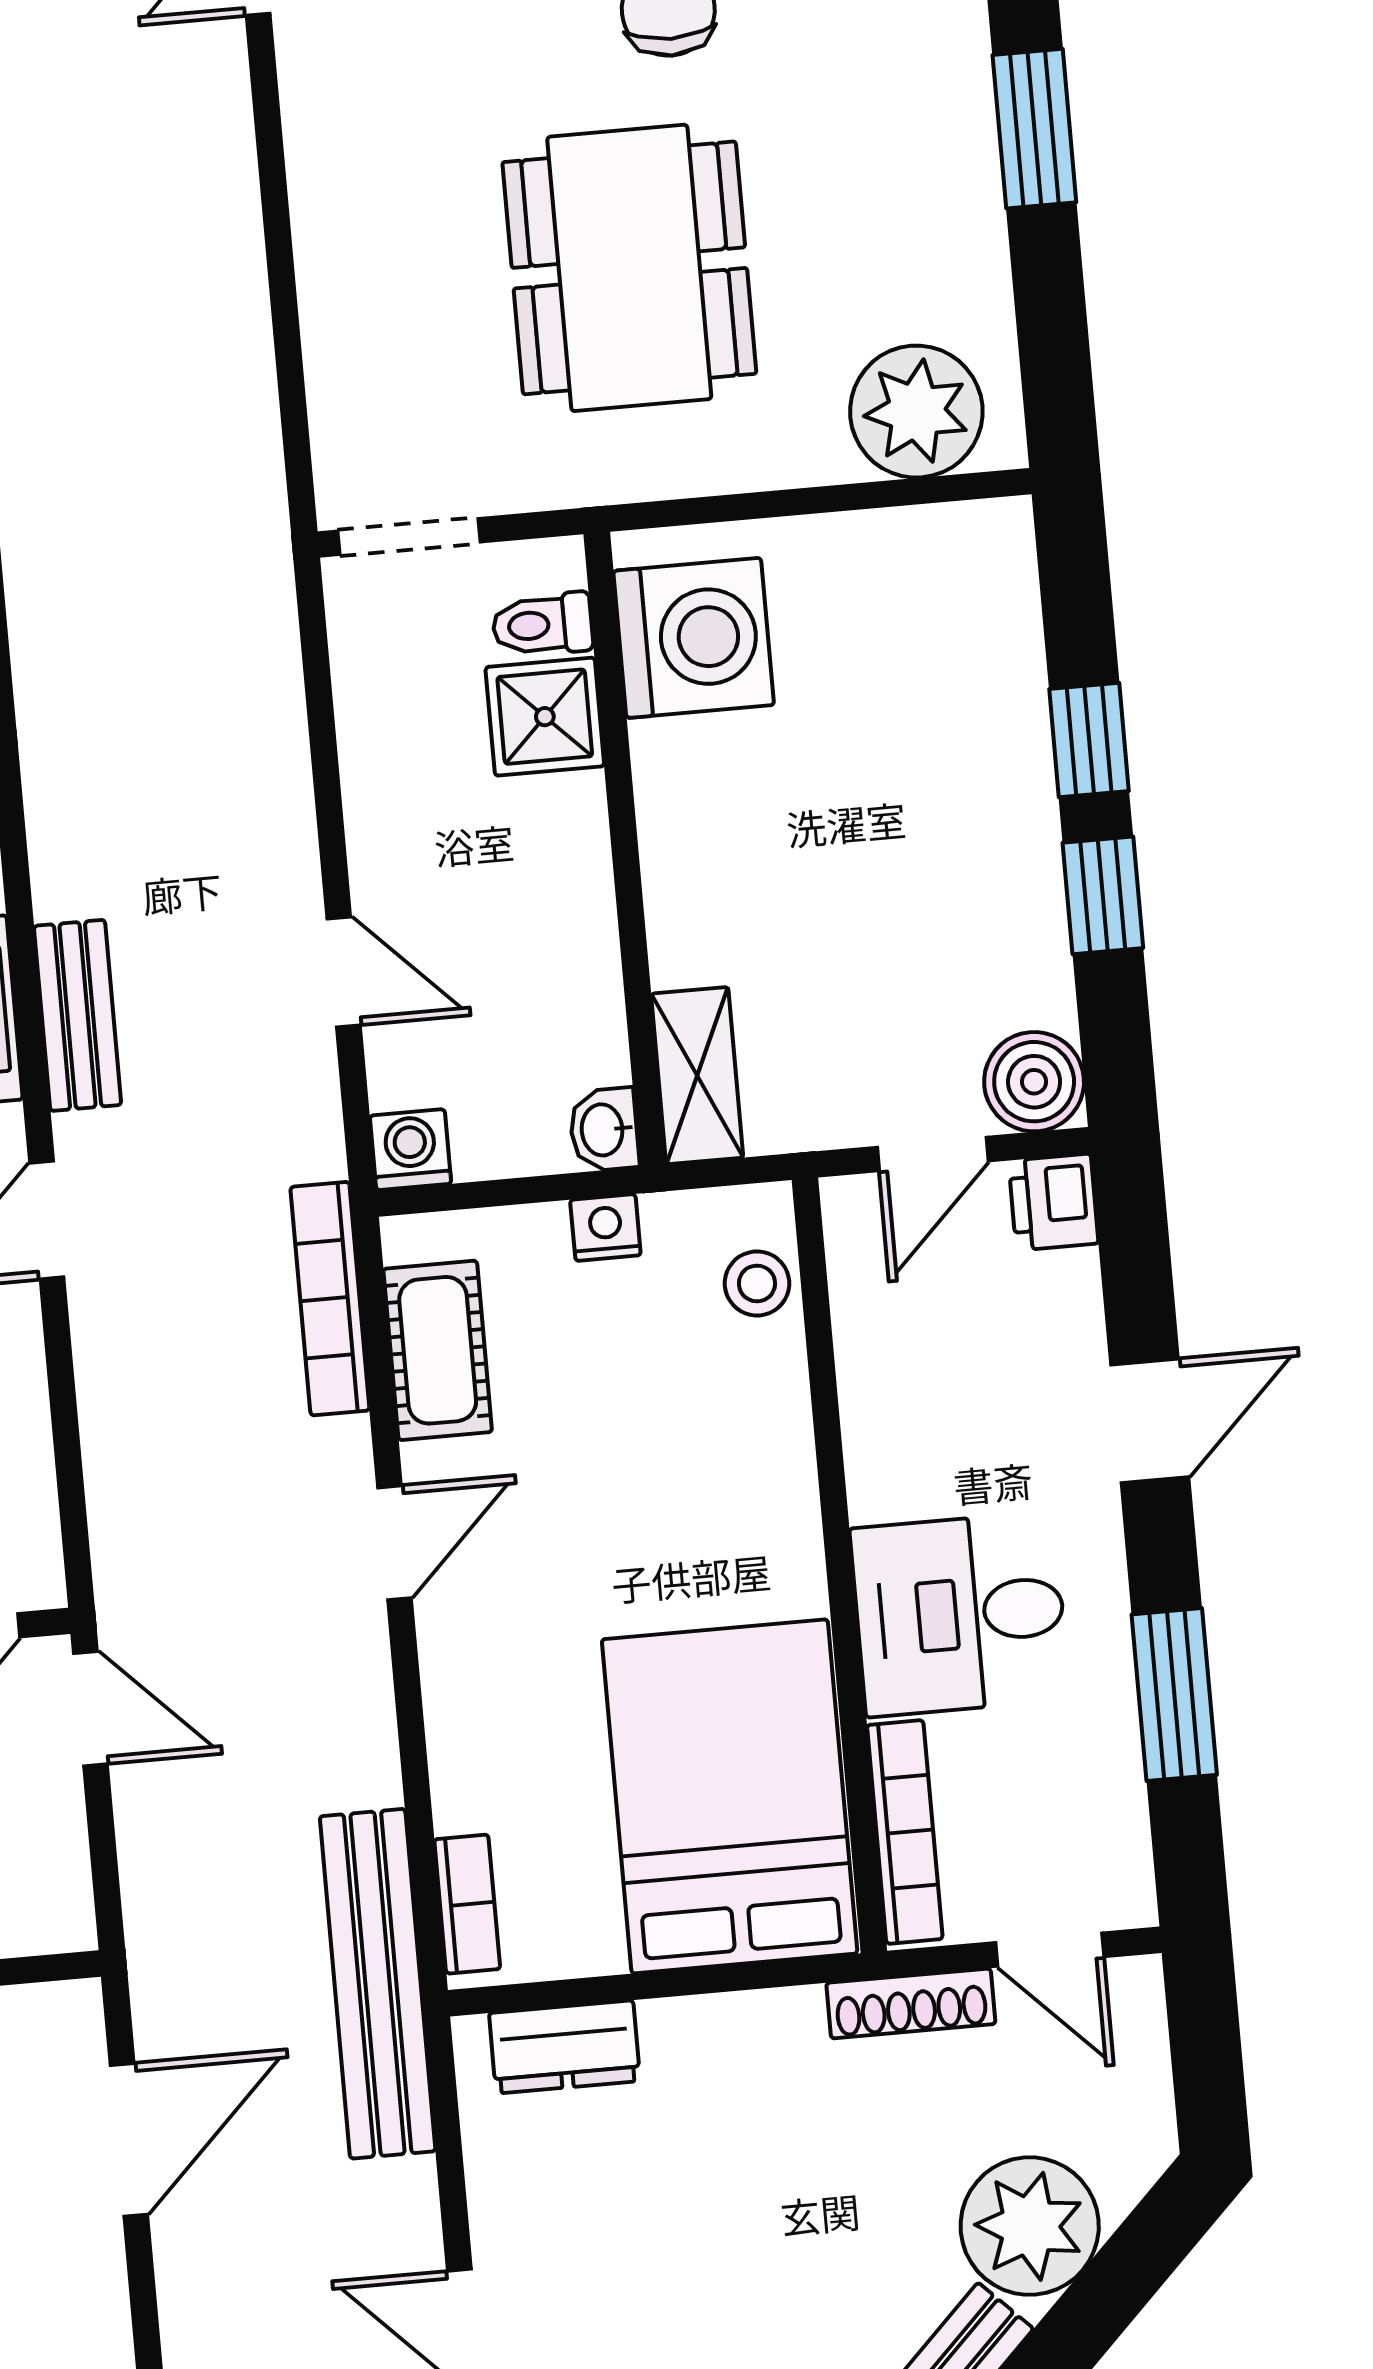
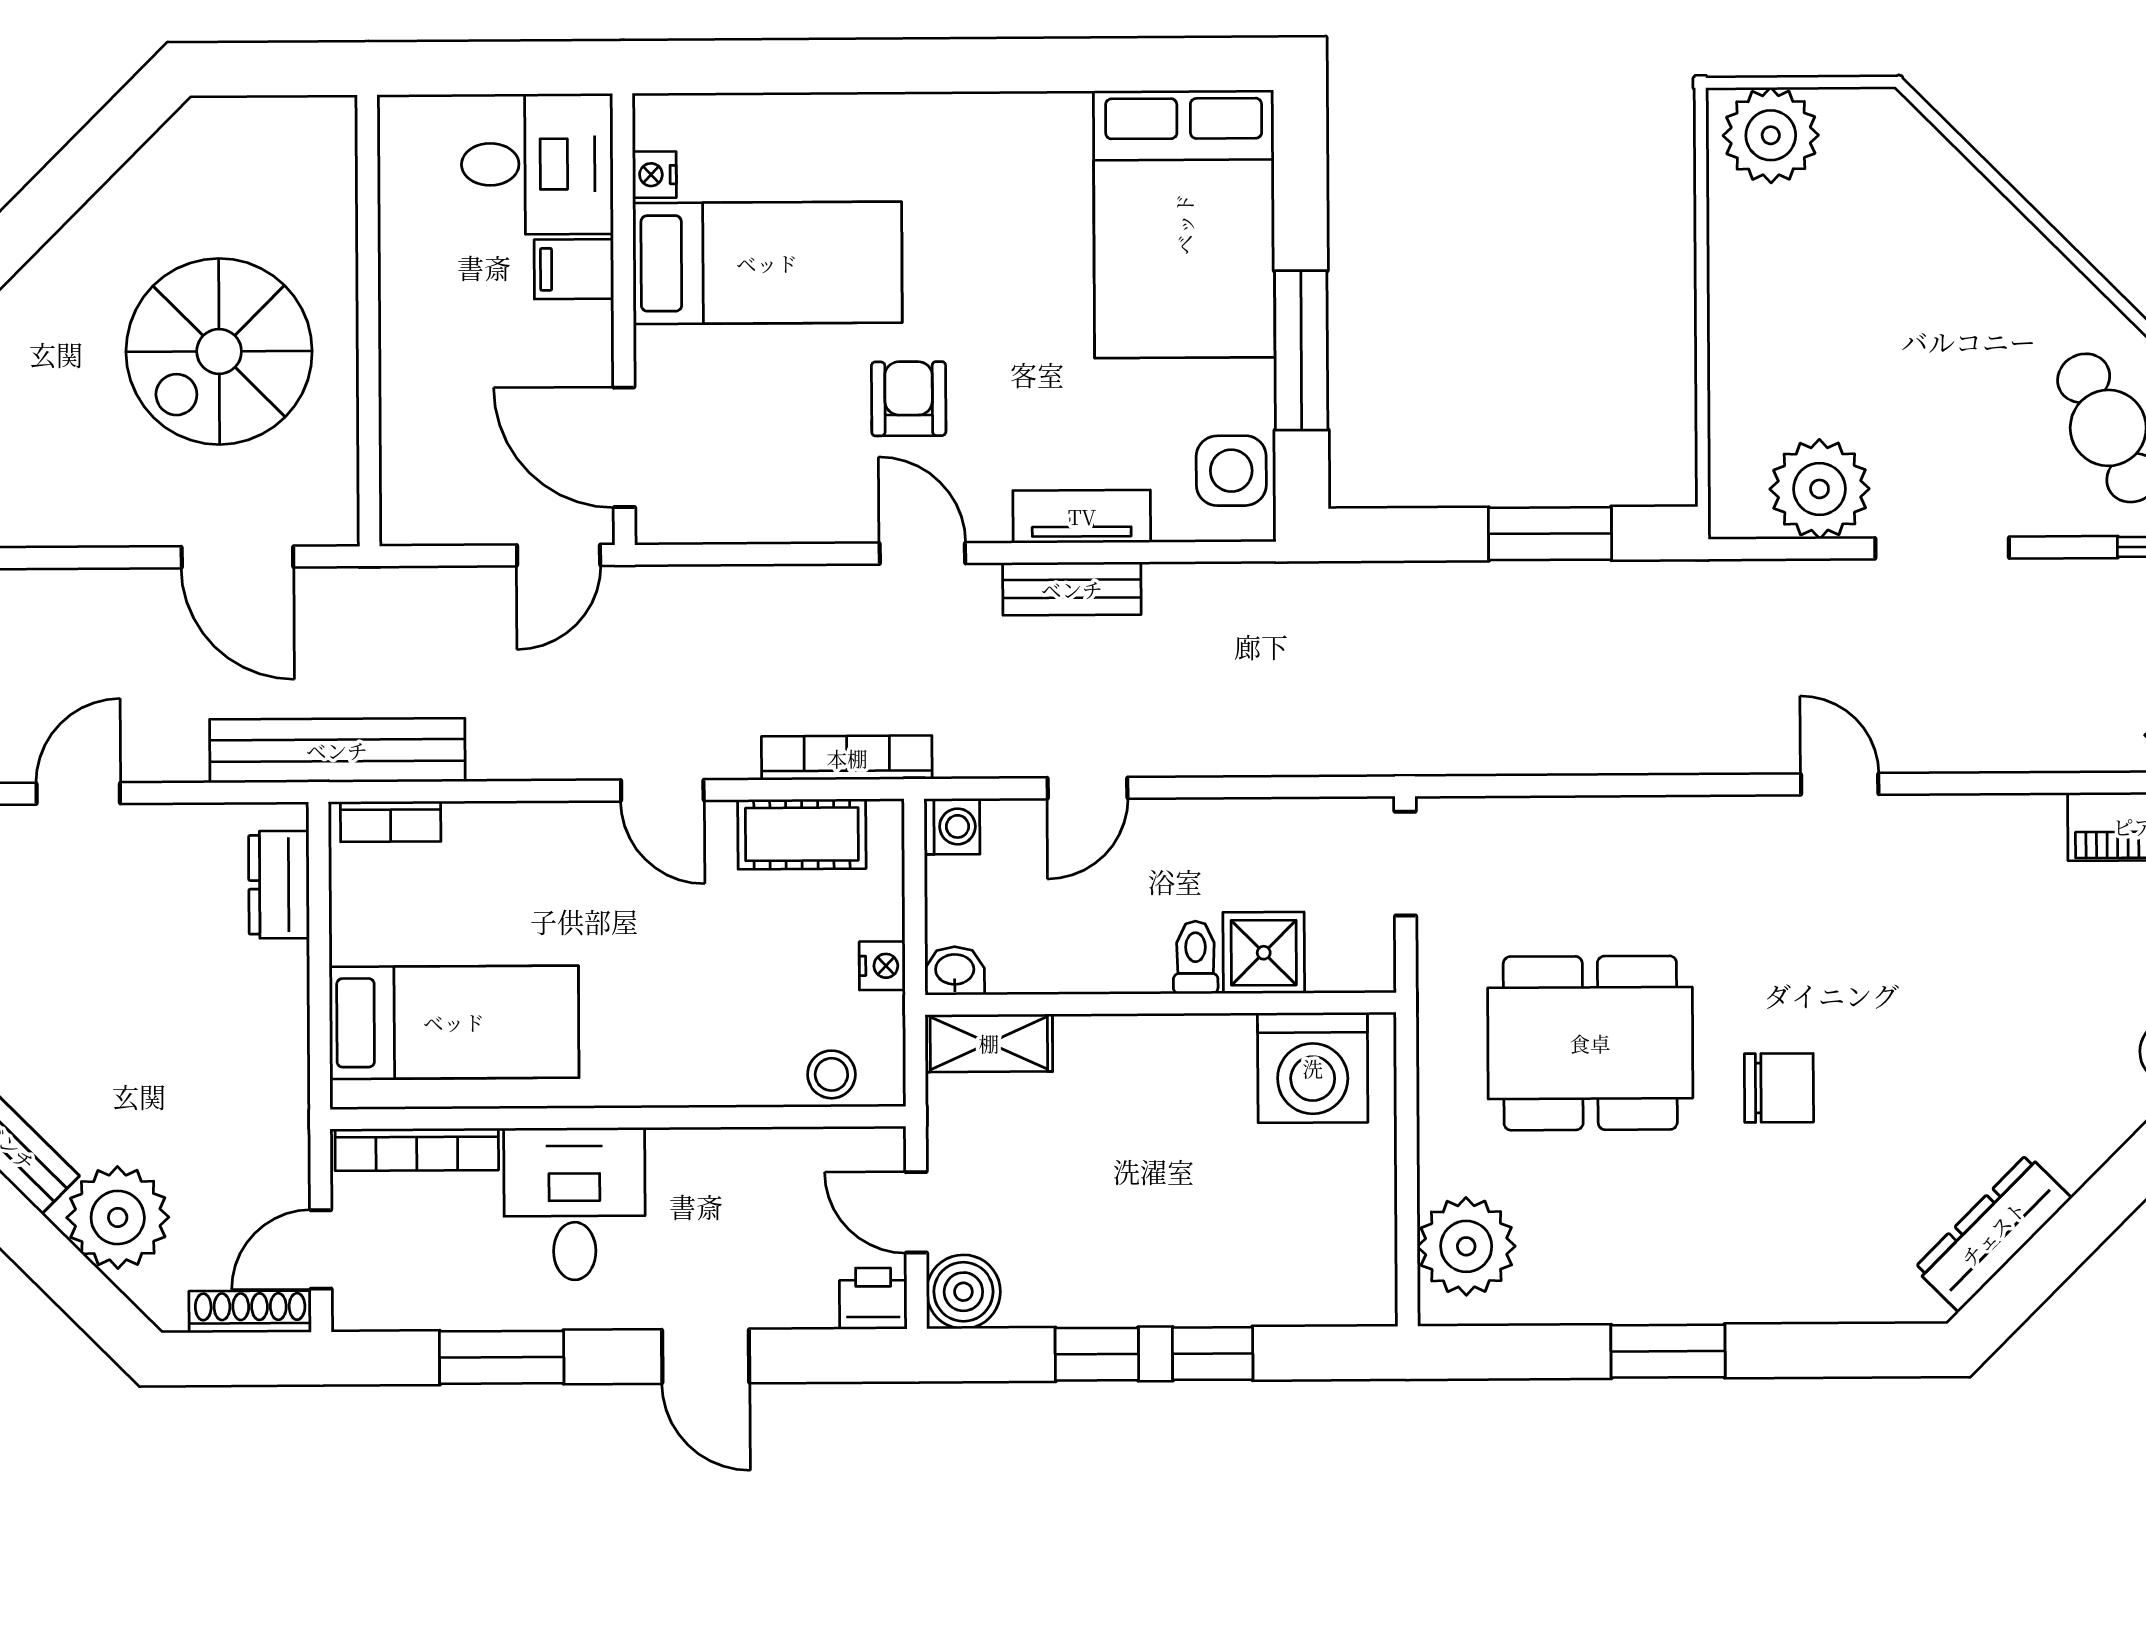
toilet: (542, 625) -> (1196, 957), moved
bed: (730, 1796) -> (454, 1022), width x0.67
shoe rack: (911, 2003) -> (250, 1312), moved, turned 90

